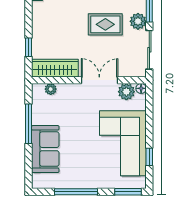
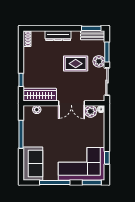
double door: (99, 80) -> (71, 103), swing flipped
corner sofa: (123, 143) -> (82, 164), moved, turned 90
sofa: (45, 149) -> (33, 164), moved

